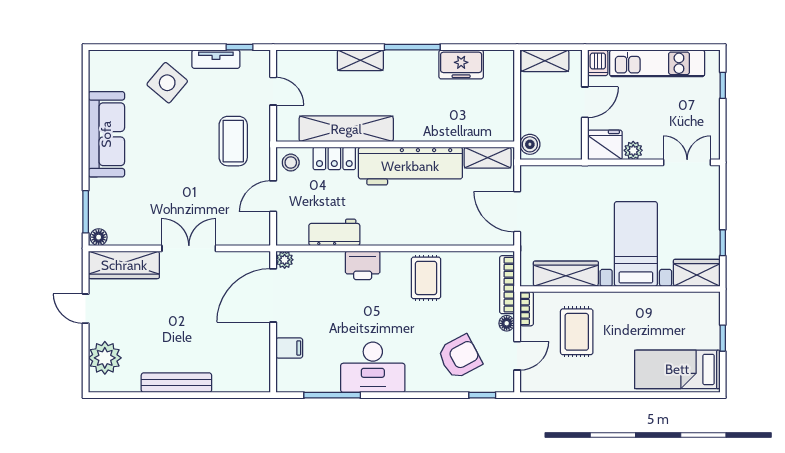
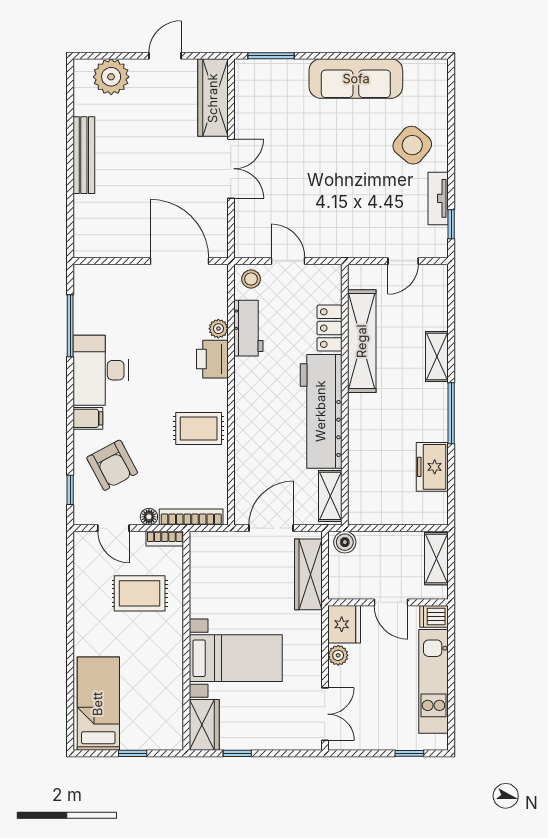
coffee table: (233, 141) -> (348, 217), removed
stool: (291, 163) -> (251, 279), moved
floor lamp: (99, 237) -> (243, 70), removed
plant: (285, 260) -> (218, 329), moved
wardrobe: (566, 274) -> (308, 574), moved, turned 180
filing cabinet: (289, 348) -> (88, 418), moved, turned -90

